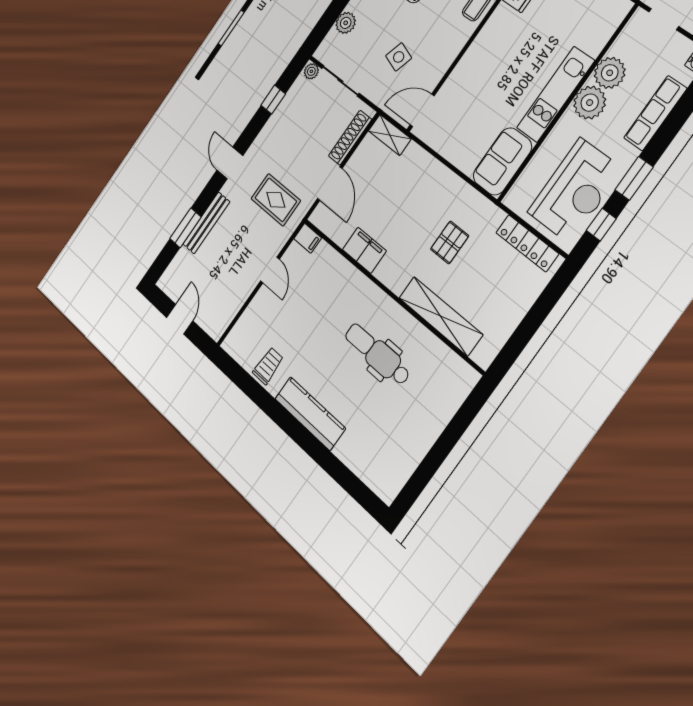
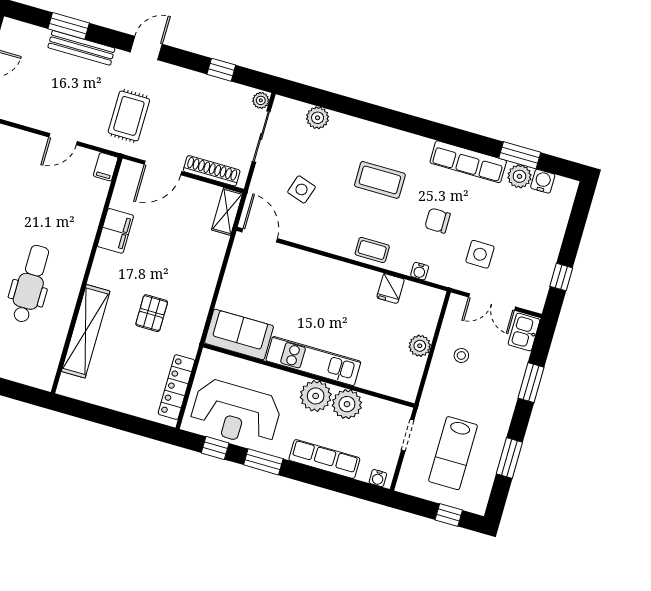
pallet: (450, 242) -> (152, 313), turned 90

